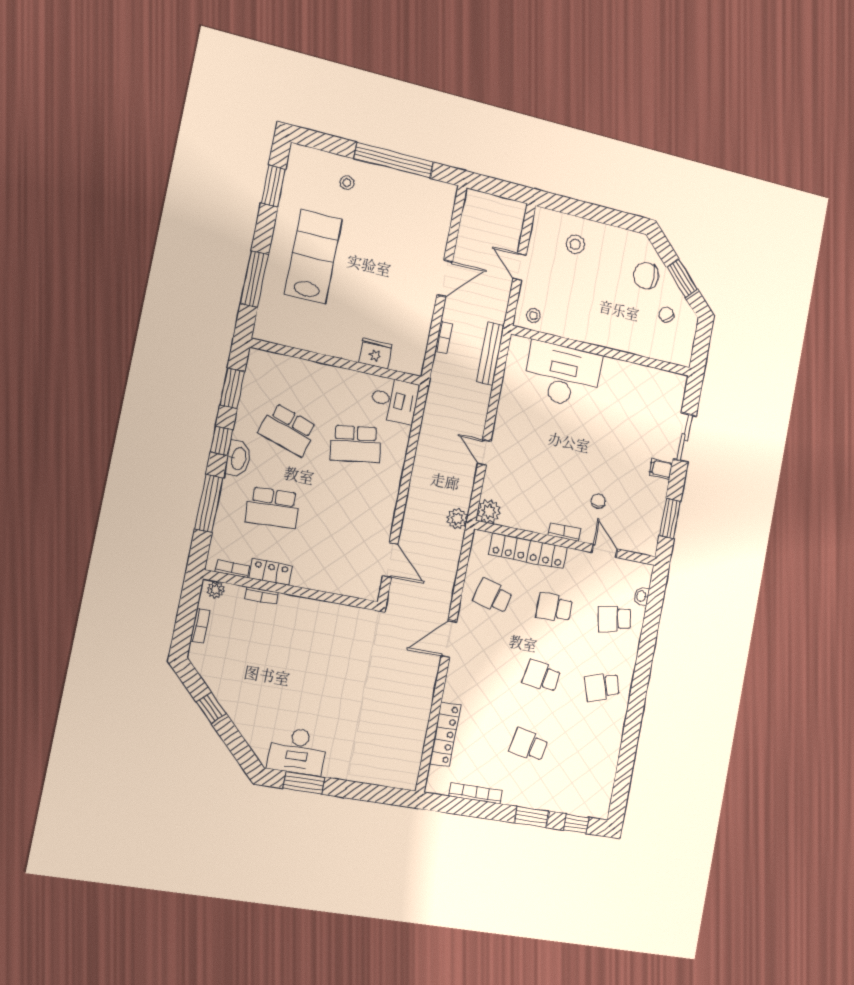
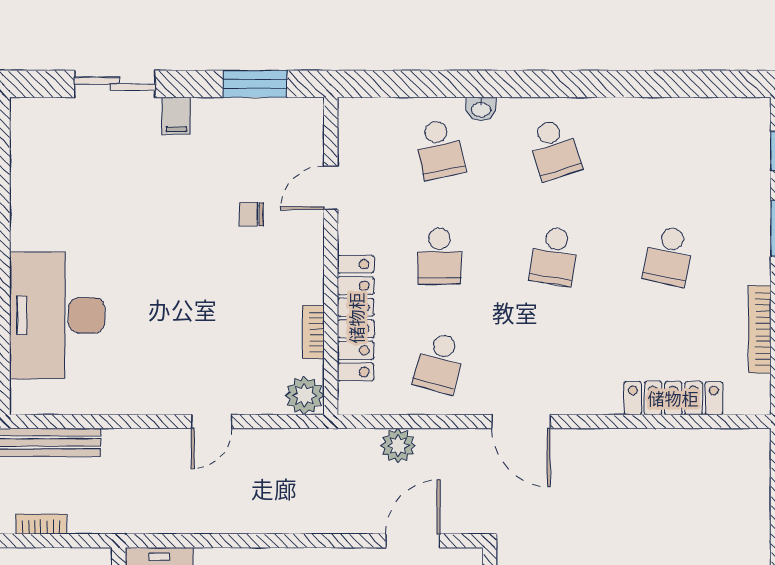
plant: (457, 519) -> (398, 446), moved
bookcase: (564, 532) -> (313, 332), moved
washbasin: (642, 596) -> (481, 109), moved

